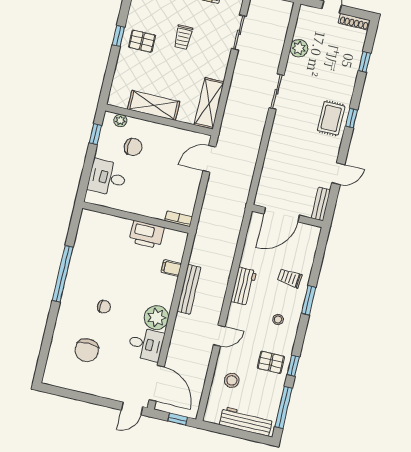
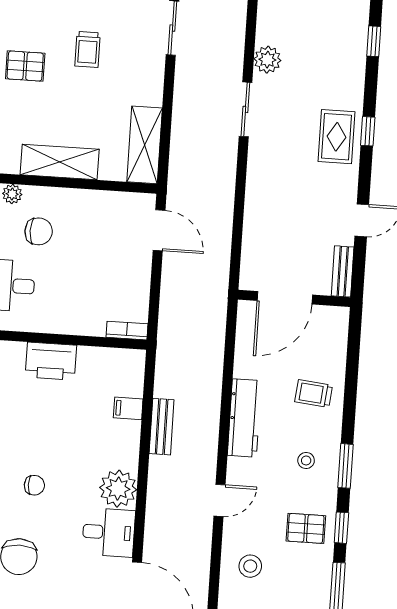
plant: (299, 48) -> (267, 60), moved
door: (209, 159) -> (159, 230), swing flipped
printer: (147, 235) -> (51, 361), moved
workbench: (244, 286) -> (244, 418), width x1.38
bench: (189, 289) -> (162, 427), width x0.73
window: (309, 300) -> (346, 466), moved

